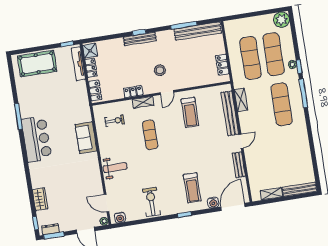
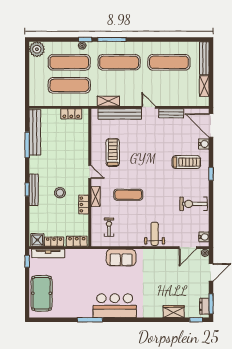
stool: (160, 70) -> (60, 193), moved
treadmill: (190, 112) -> (113, 152), turned -90
exercise mat: (290, 154) -> (169, 62), added

